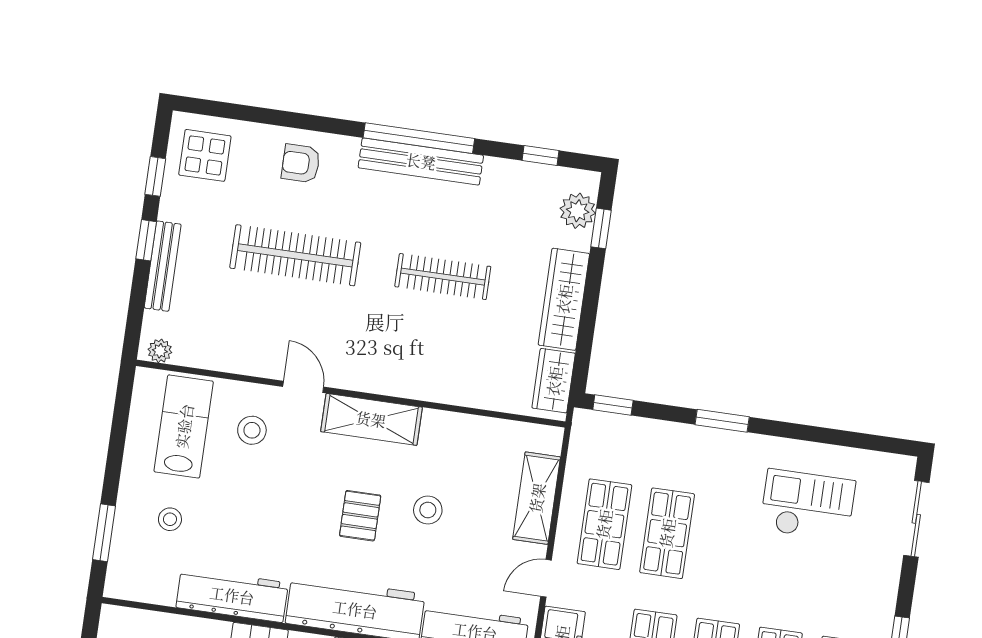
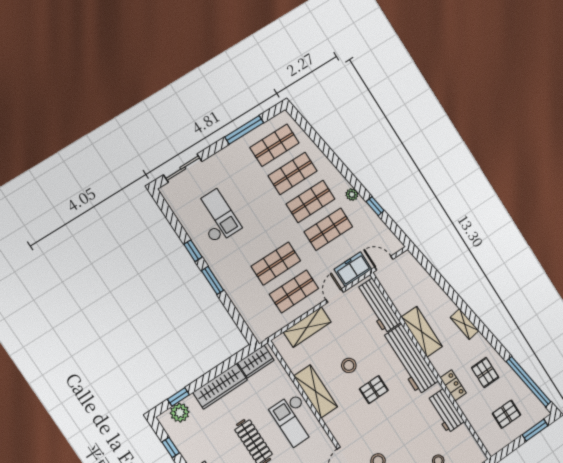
checkout: (422, 363) -> (294, 419), added
window: (613, 405) -> (193, 251), moved
shelving: (371, 419) -> (316, 391), moved
checkout: (808, 505) -> (216, 217), turned 180
door: (546, 578) -> (335, 296), swing flipped
workbench: (232, 595) -> (446, 411), width x0.73

